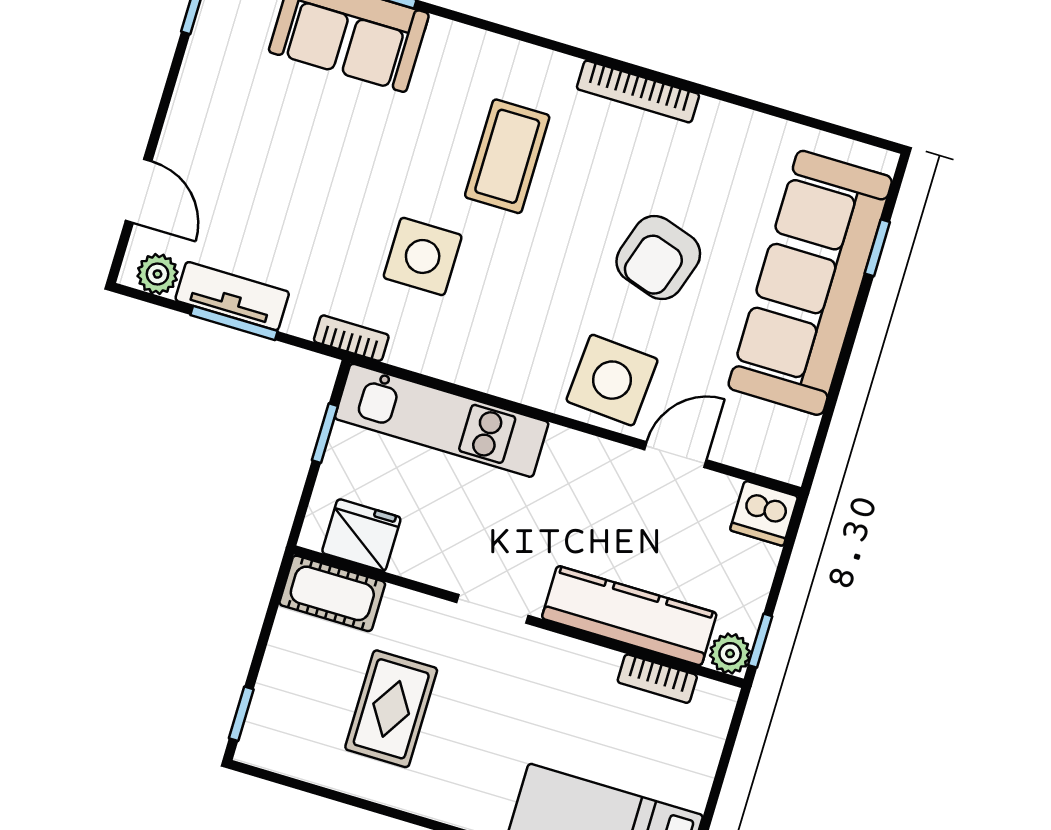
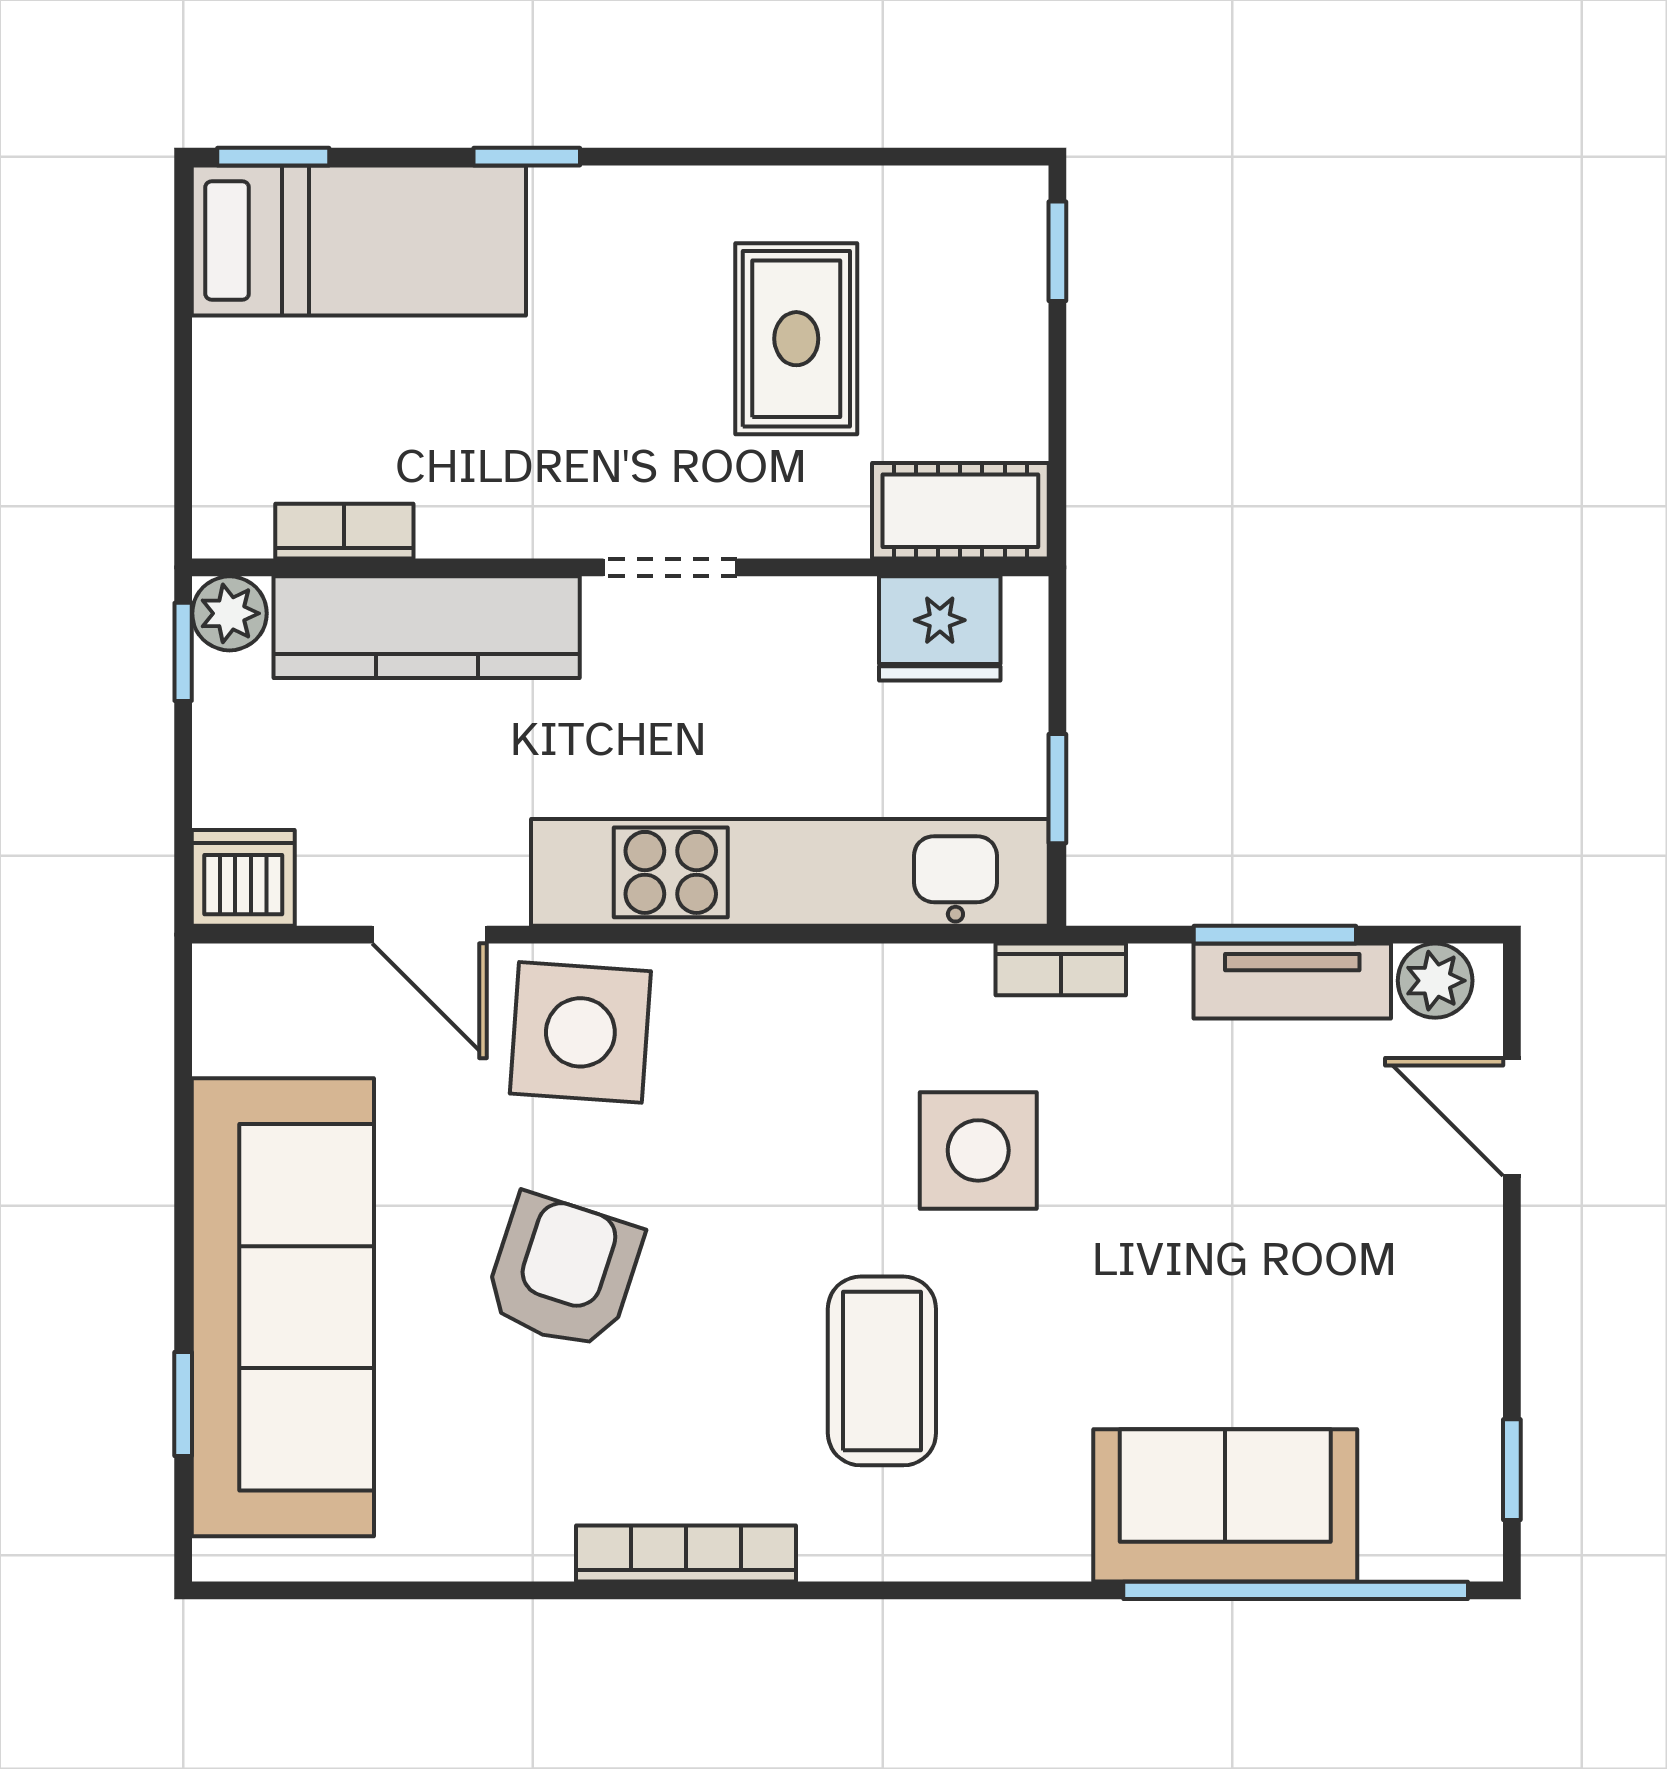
kitchen unit: (442, 420) -> (790, 872), width x1.36
door: (676, 455) -> (429, 935), hinge flipped

